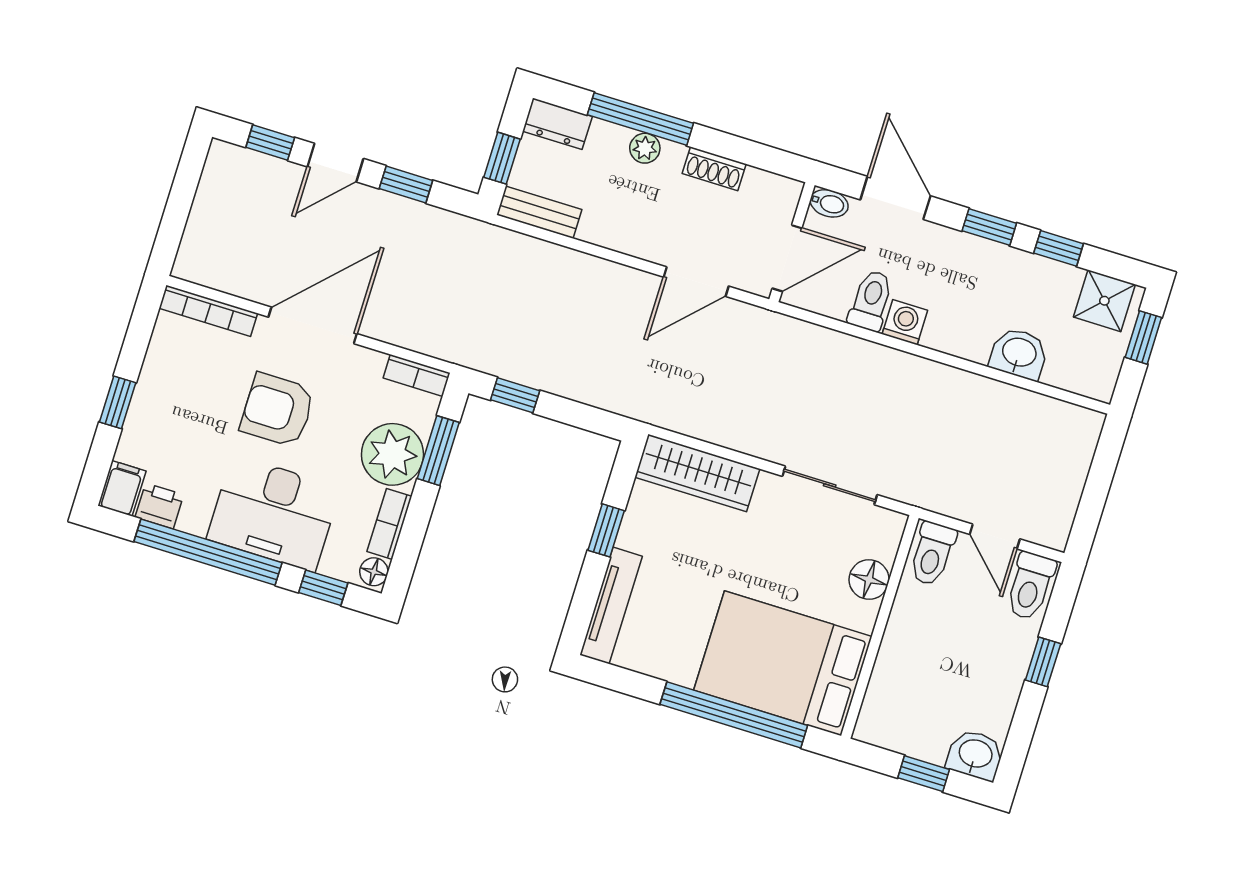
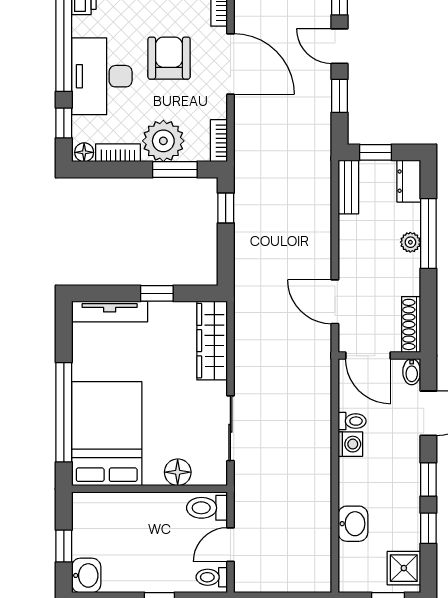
shoe rack: (714, 169) -> (411, 324), moved, width x1.43
toilet: (871, 301) -> (352, 421), width x0.73, depth x0.72
toilet: (1030, 586) -> (212, 577), width x0.73, depth x0.72

